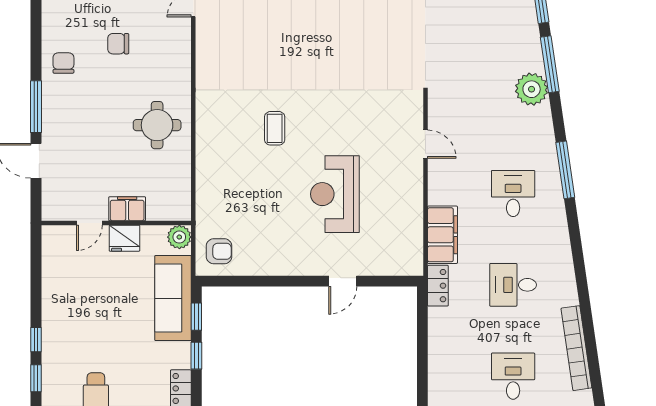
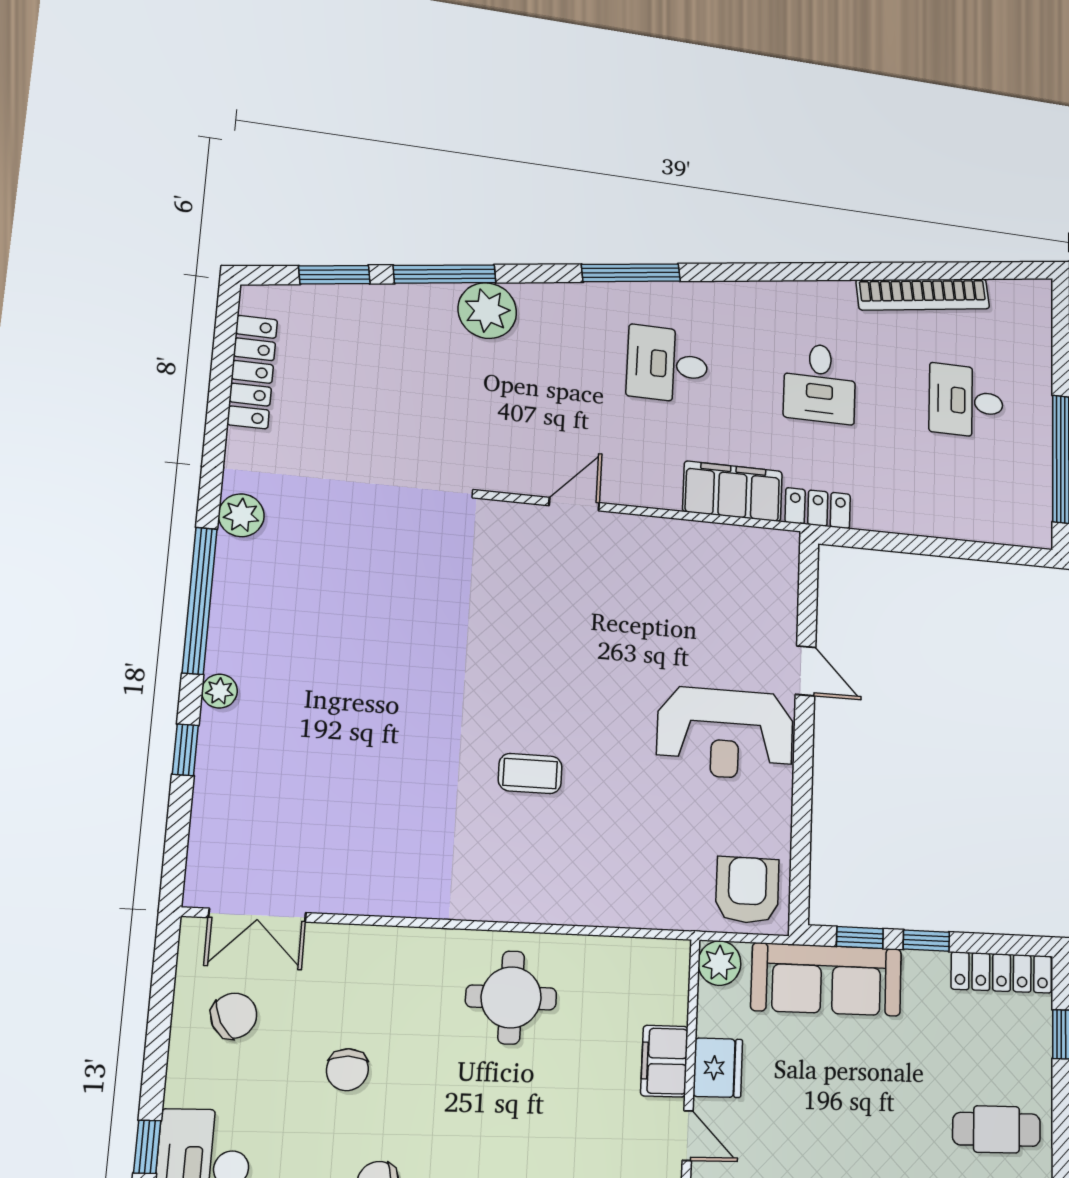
reception desk: (335, 194) -> (725, 733), moved
armchair: (219, 251) -> (747, 890), width x1.38, depth x1.38

